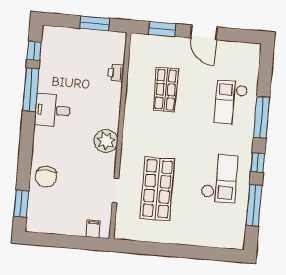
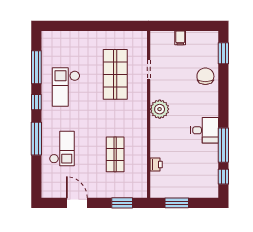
door: (204, 32) -> (77, 203), moved
filing cabinet: (93, 229) -> (180, 38), moved

